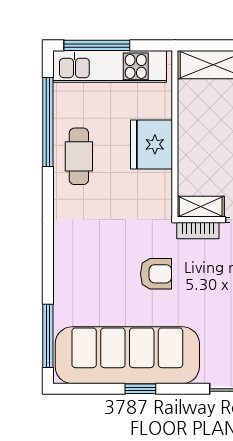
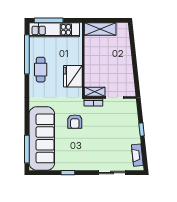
fridge: (151, 144) -> (73, 76), moved
armchair: (156, 274) -> (75, 122), turned 90
sofa: (127, 355) -> (42, 138), moved, turned 90

